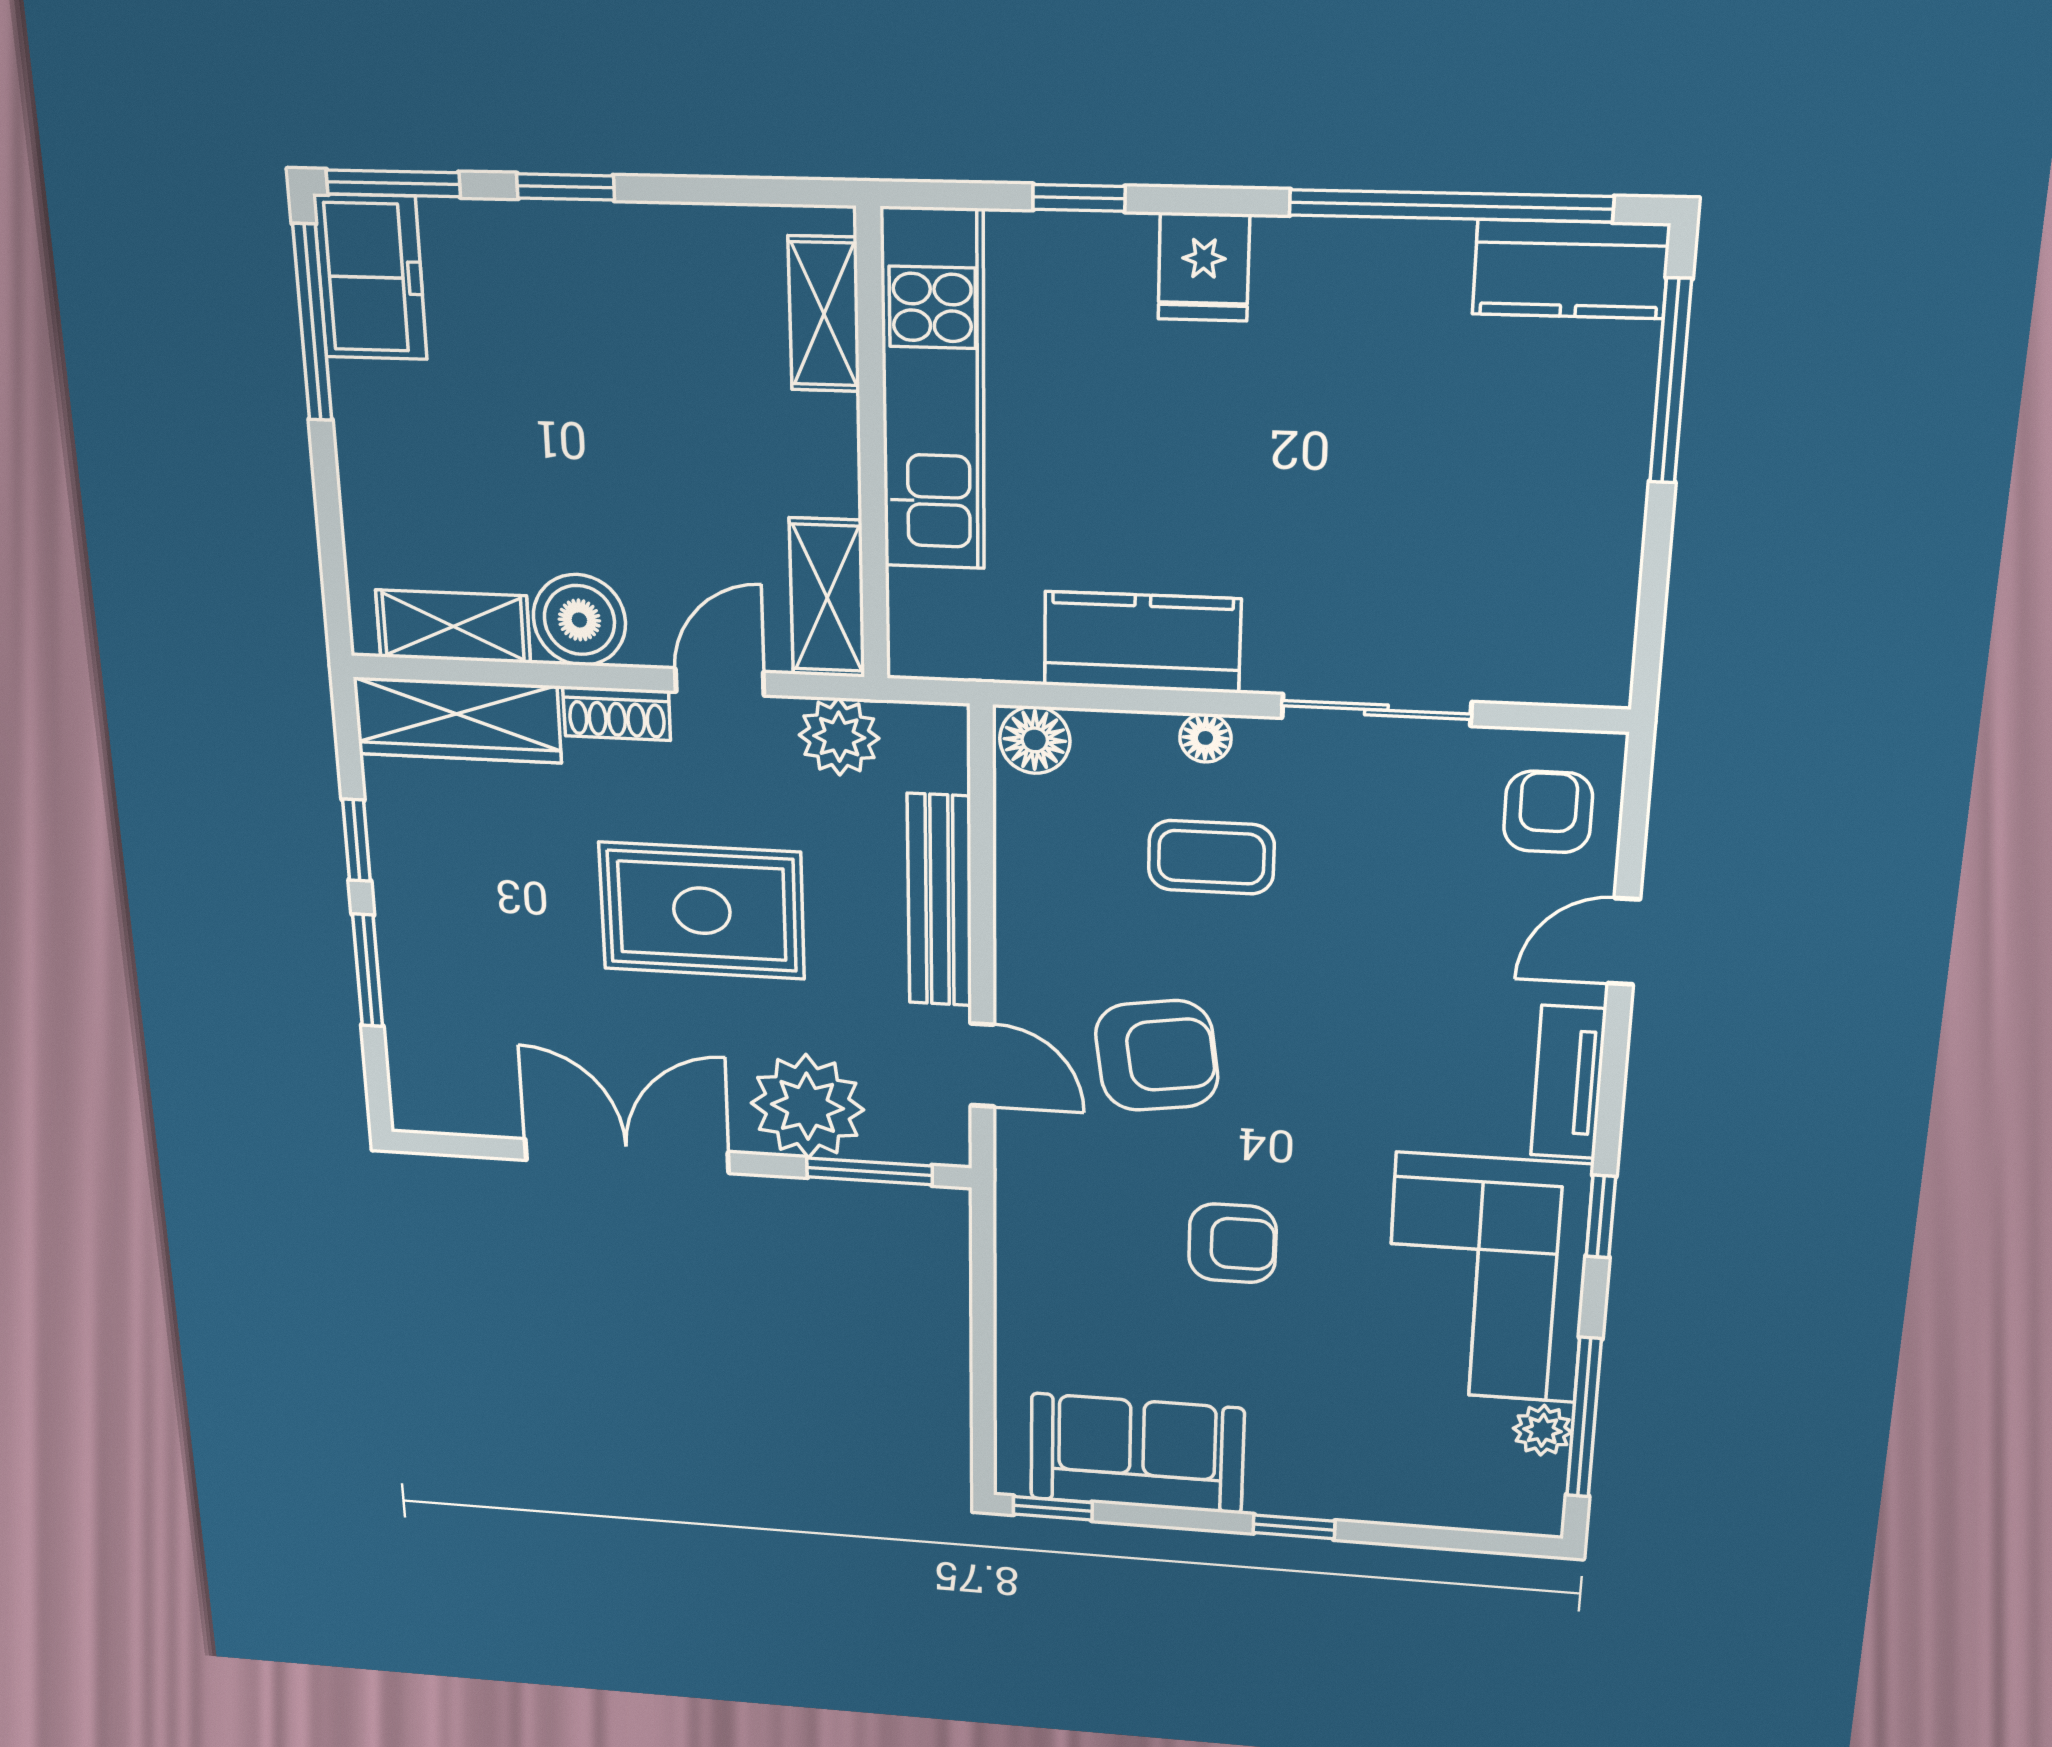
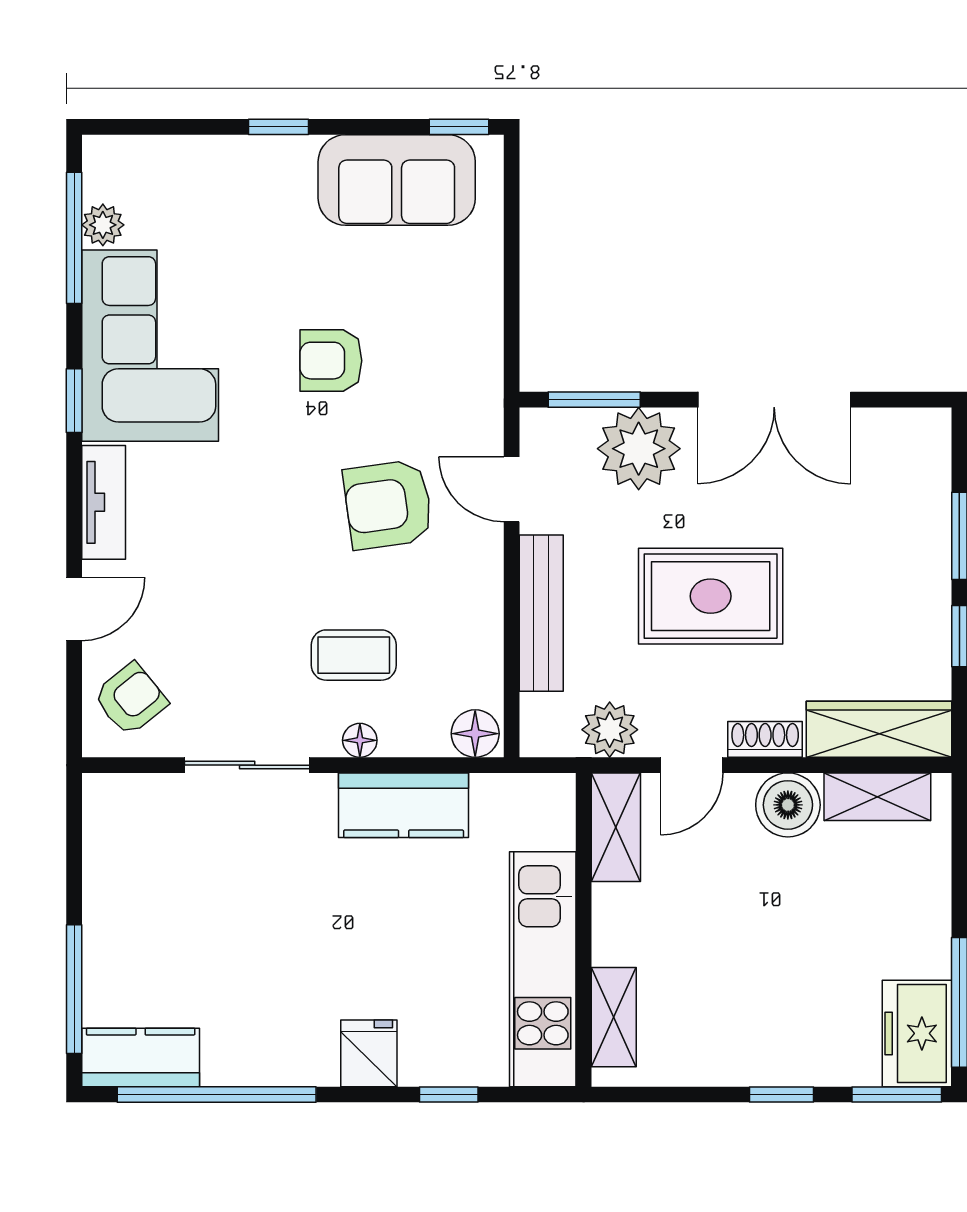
armchair: (1548, 812) -> (131, 699), turned -129

